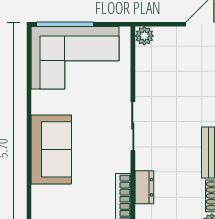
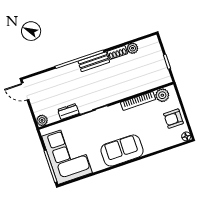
dresser: (144, 187) -> (68, 112), moved

